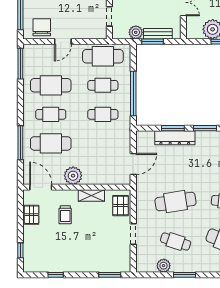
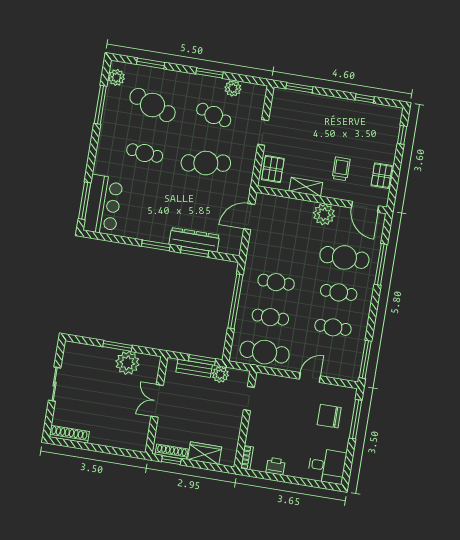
chair: (42, 27) -> (329, 416), moved, turned 90
cafe table: (51, 85) -> (333, 327), width x0.73, depth x0.74

